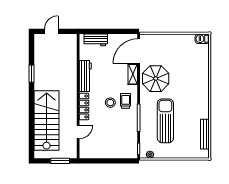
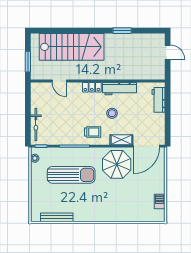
barbecue: (202, 39) -> (160, 202), moved
door: (139, 51) -> (146, 146), swing flipped
stool: (110, 103) -> (112, 113), moved
locker: (84, 106) -> (92, 87), width x0.66
bicycle: (119, 154) -> (36, 124), added

